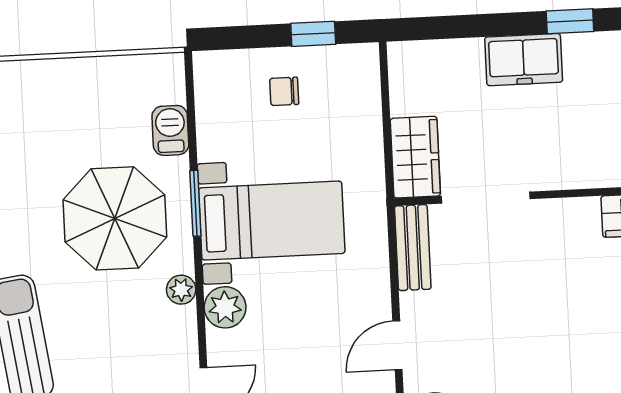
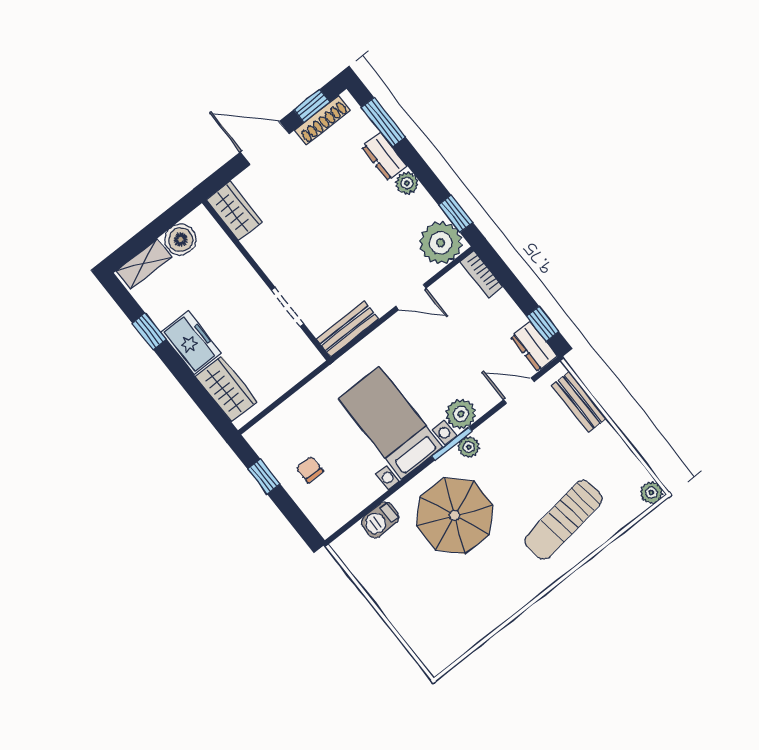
chair: (284, 91) -> (310, 469), turned 180
wardrobe: (415, 157) -> (226, 389), moved, turned 90
doorway: (486, 198) -> (288, 307), width x0.73
window: (195, 203) -> (452, 444), moved

